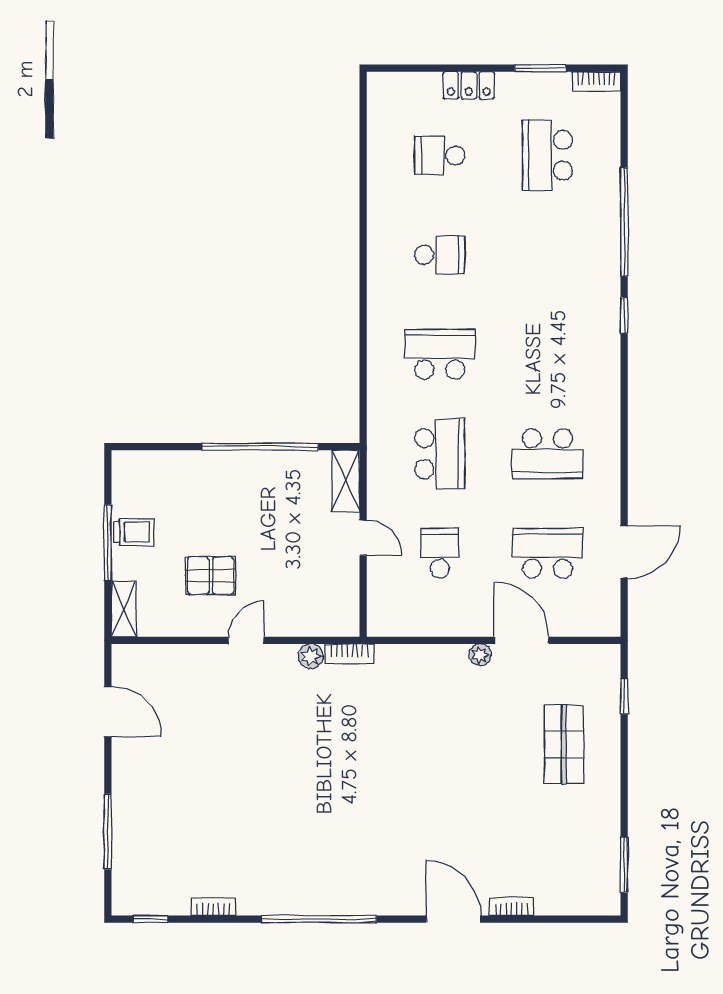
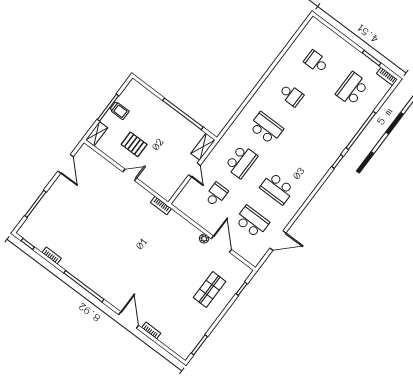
locker: (469, 85) -> (343, 46), removed
plant: (311, 656) -> (147, 196), removed

